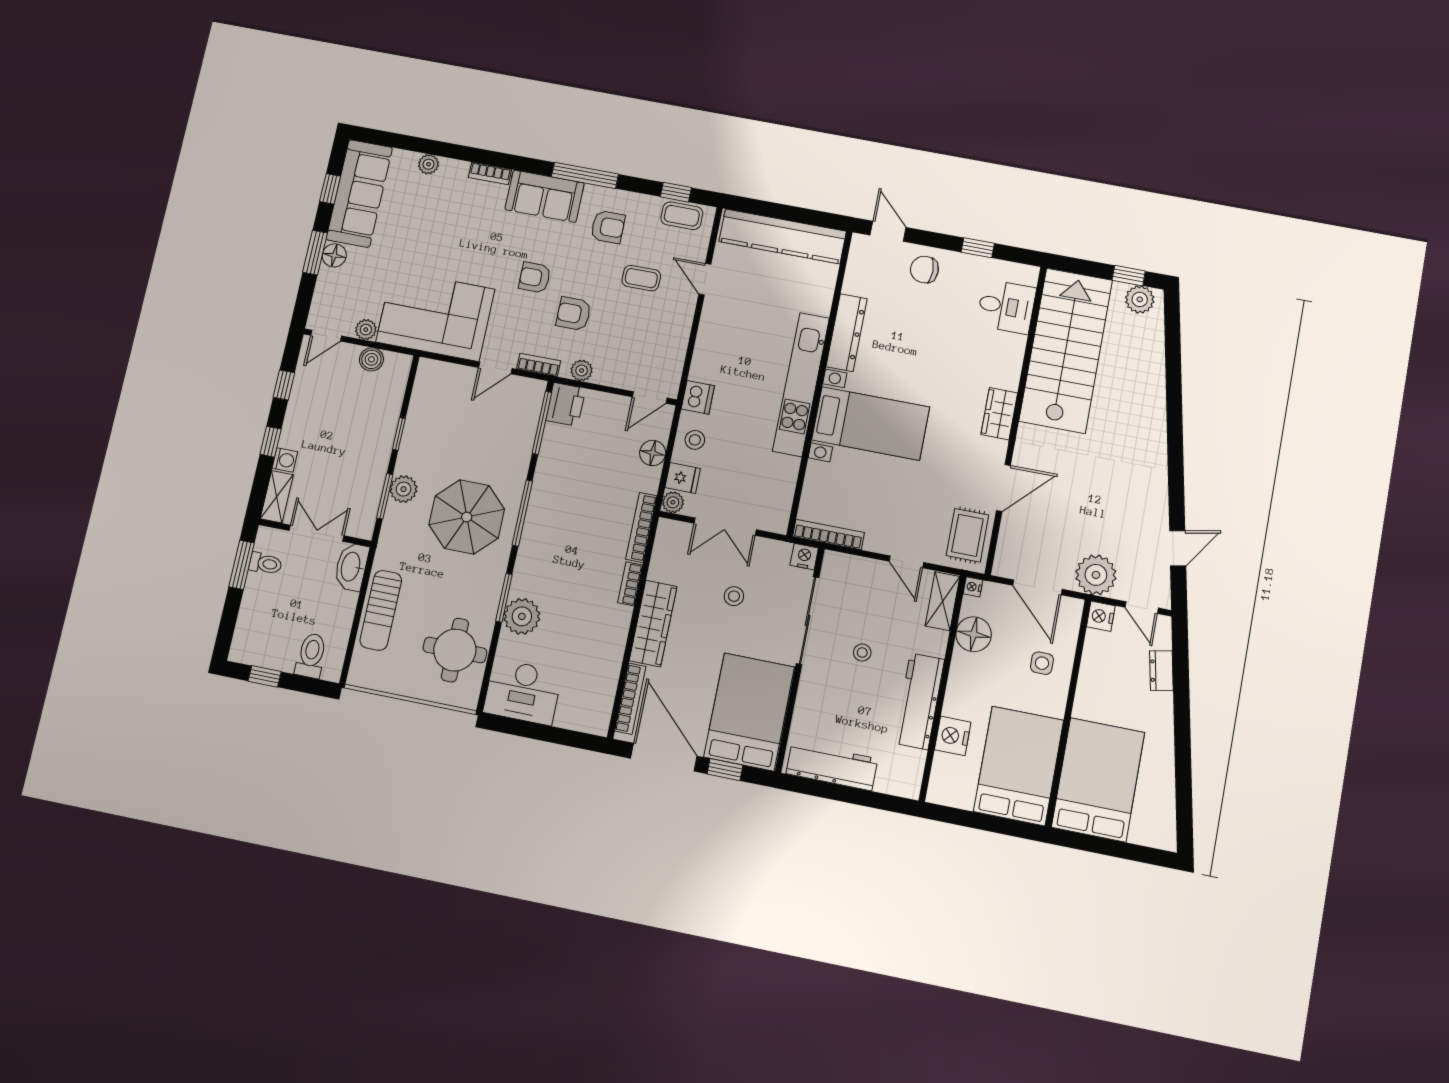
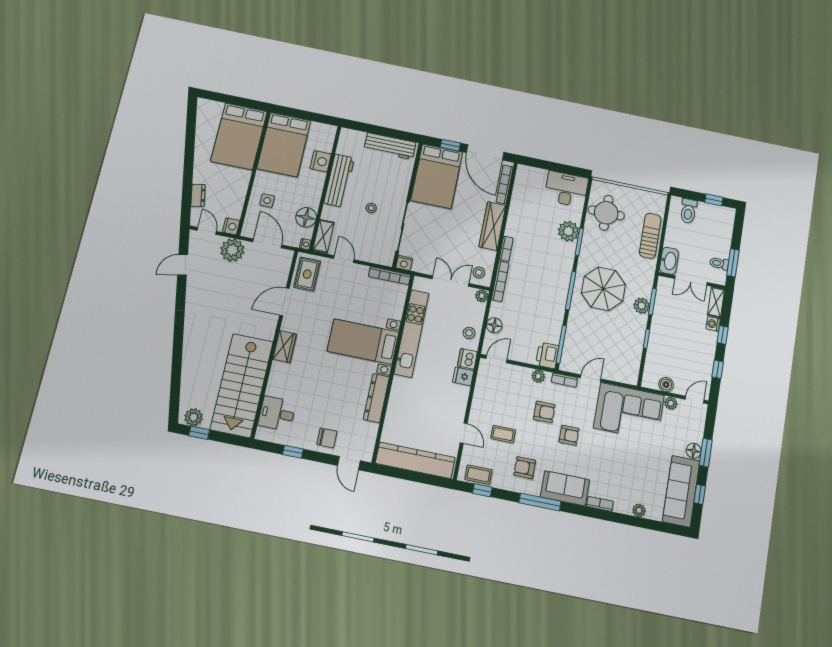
kitchen unit: (801, 384) -> (412, 333), moved
fridge: (683, 478) -> (463, 376), moved
stool: (734, 596) -> (479, 272), moved

